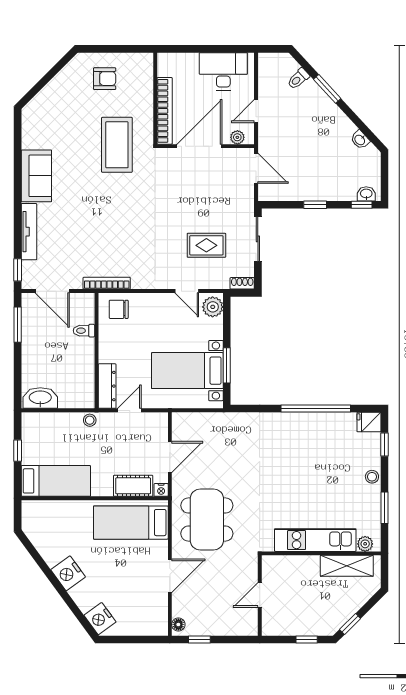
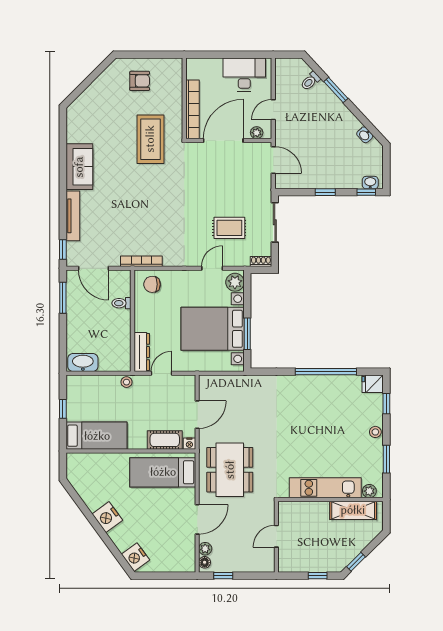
door: (187, 291) -> (212, 268), swing flipped
bed with nightstands: (187, 371) -> (213, 329), width x1.36
plant: (179, 609) -> (205, 549), added

